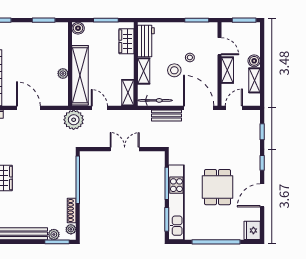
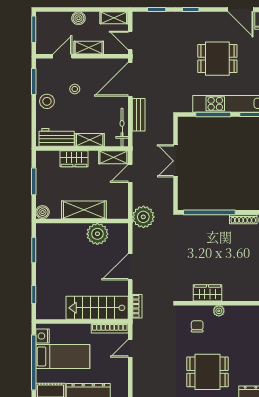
wardrobe: (127, 41) -> (74, 159), moved
stool: (174, 70) -> (47, 101), moved
plant: (63, 73) -> (97, 234), width x1.87, depth x1.87
shelving: (80, 75) -> (84, 210), width x0.68
shelving: (255, 80) -> (114, 18), moved
door: (99, 108) -> (130, 173), moved
door: (262, 195) -> (241, 9), moved

